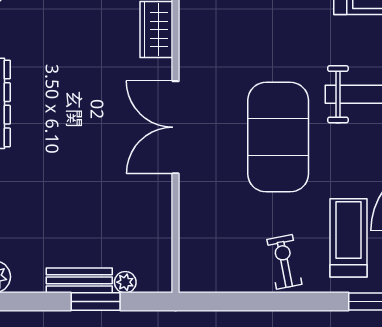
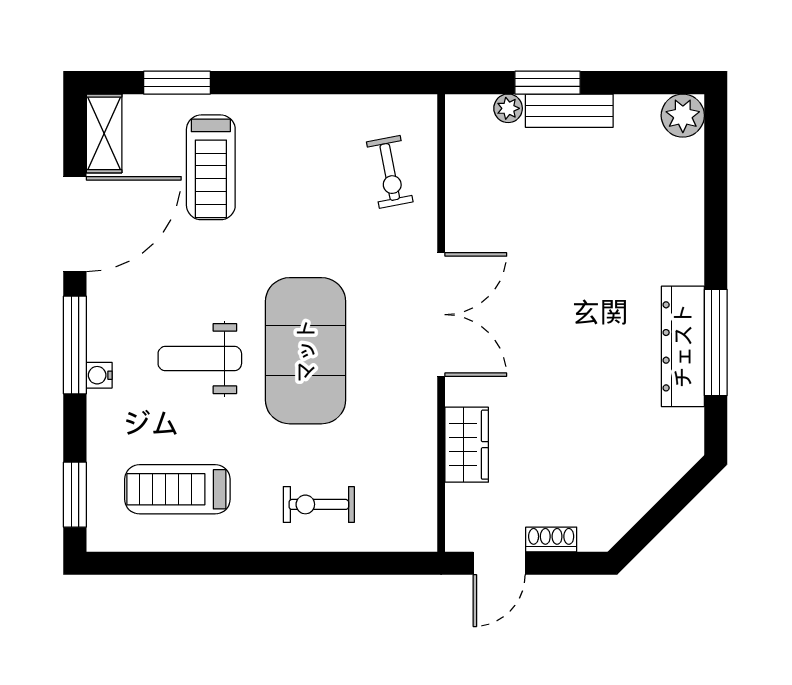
exercise mat: (278, 137) -> (306, 351), moved
exercise bike: (284, 262) -> (390, 172), moved

